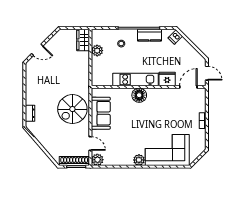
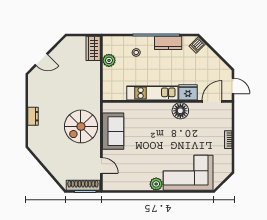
floor lamp: (139, 95) -> (180, 111), moved
dresser: (30, 113) -> (33, 116), moved
plant: (97, 160) -> (109, 184), removed

